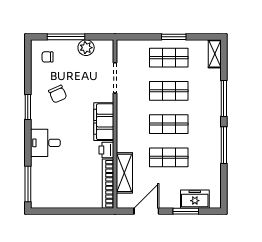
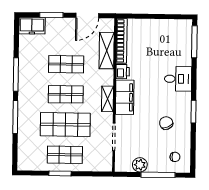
shelving: (215, 54) -> (107, 99), moved
shop shelf: (169, 91) -> (65, 125), width x1.43, depth x1.36
freezer: (195, 199) -> (32, 26), moved

